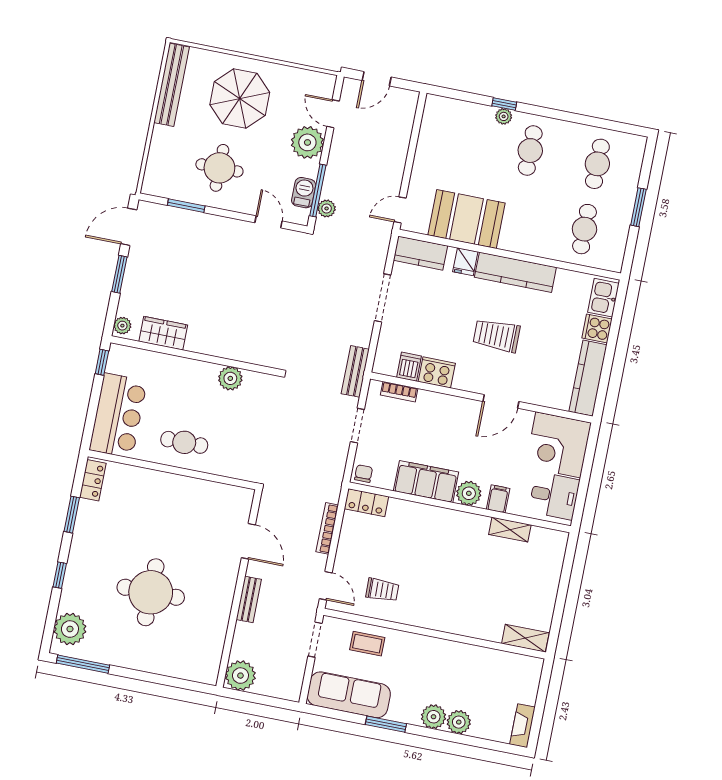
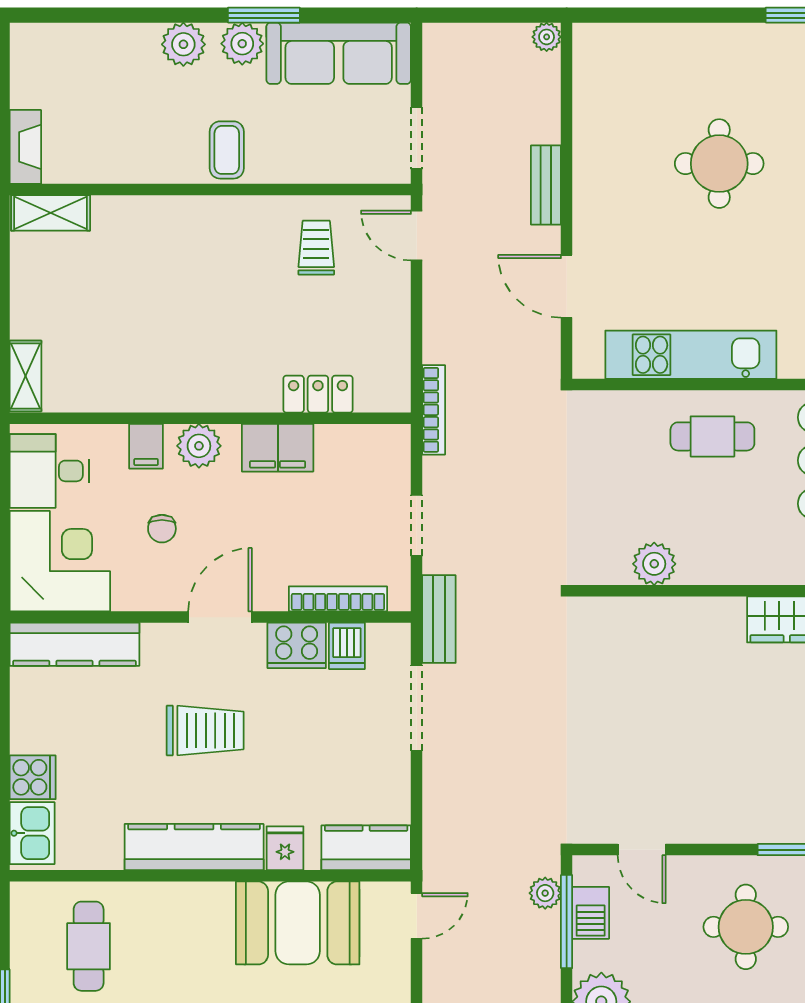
doorway: (383, 298) -> (417, 708), moved
kitchen counter: (588, 378) -> (74, 644), moved, turned 90
bookcase: (399, 392) -> (338, 599), width x1.56
door: (501, 401) -> (220, 617), moved
chair: (364, 474) -> (162, 529), moved
filing cabinet: (426, 481) -> (278, 448), width x0.67, depth x0.86
kitchen unit: (187, 490) -> (691, 355), added
locker: (366, 503) -> (318, 394), moved
bookcase: (327, 528) -> (434, 410), moved
shelving: (510, 530) -> (25, 376), moved, turned 90
trolley: (382, 590) -> (316, 248), turned 91
round table: (151, 592) -> (719, 164), width x0.73, depth x0.73
coffee table: (367, 644) -> (227, 150), moved, turned 90
plant: (240, 676) -> (547, 37), width x0.53, depth x0.53
plant: (459, 722) -> (242, 44), moved
fireplace: (522, 726) -> (25, 147), moved

